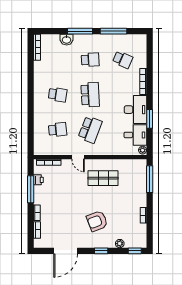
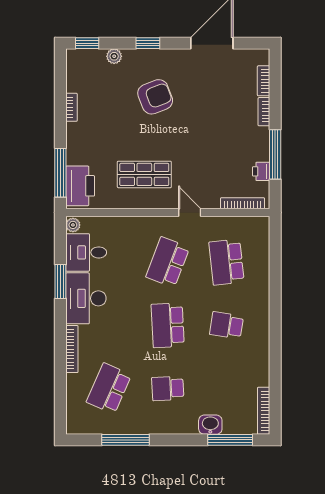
window: (80, 31) -> (230, 440), moved
school desk: (123, 60) -> (109, 388), width x1.85
school desk: (58, 130) -> (227, 262), width x1.85
printer: (139, 172) -> (80, 186), added

